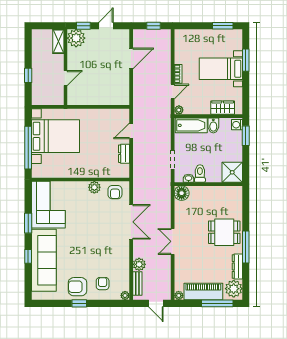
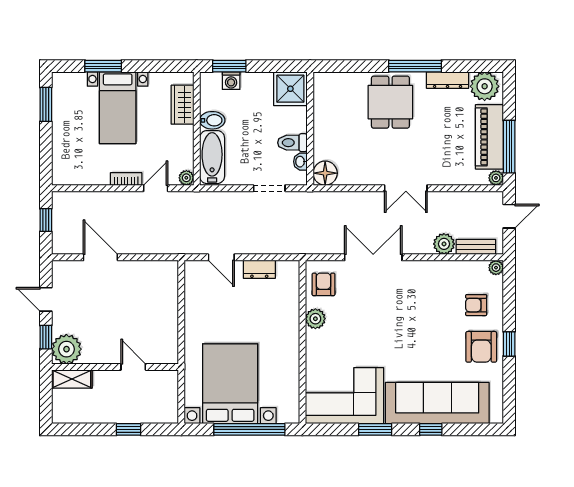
door: (173, 92) -> (156, 188), hinge flipped
washing machine: (237, 125) -> (231, 81), moved
armchair: (115, 192) -> (324, 284), turned -90
window: (217, 303) -> (509, 147), moved

